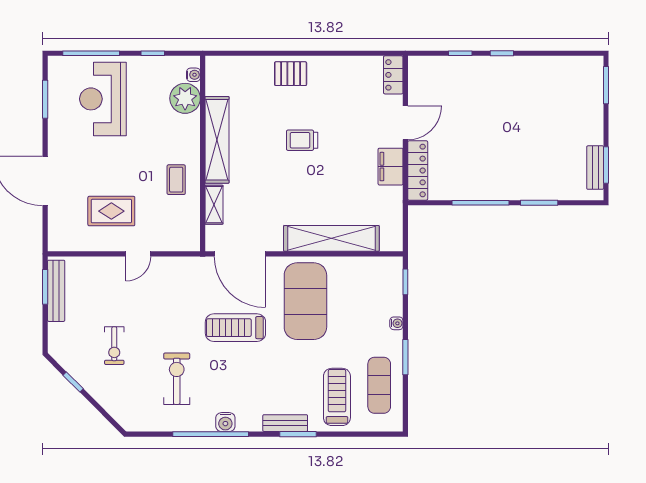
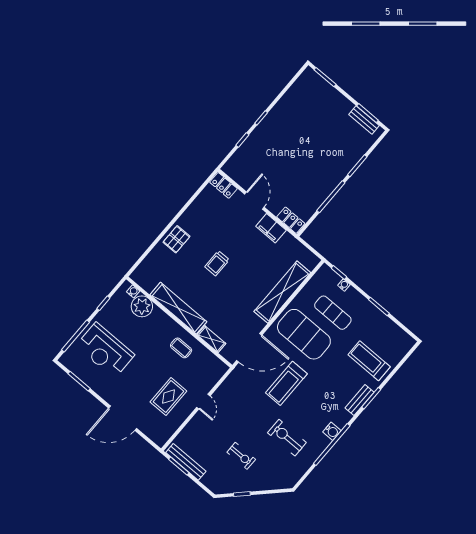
locker: (418, 170) -> (291, 220), width x0.66
water cooler: (396, 323) -> (344, 285), moved
exercise mat: (379, 385) -> (333, 313), moved

